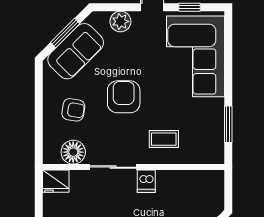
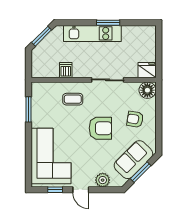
armchair: (124, 97) -> (100, 128), turned -90
floor lamp: (73, 152) -> (147, 90), moved
dishwasher: (146, 181) -> (66, 70), moved

